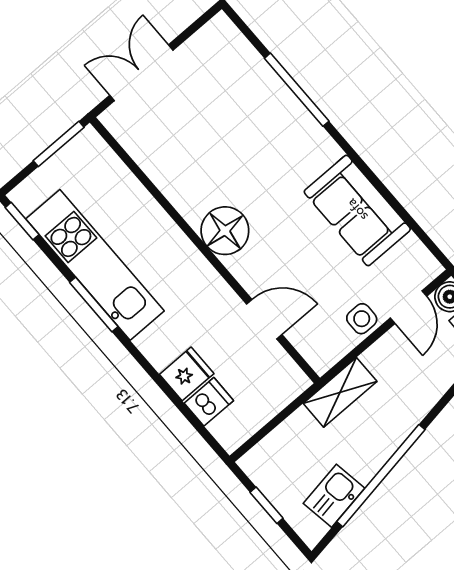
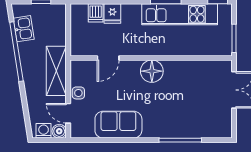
shelving: (340, 392) -> (56, 71), width x1.50, depth x1.33

